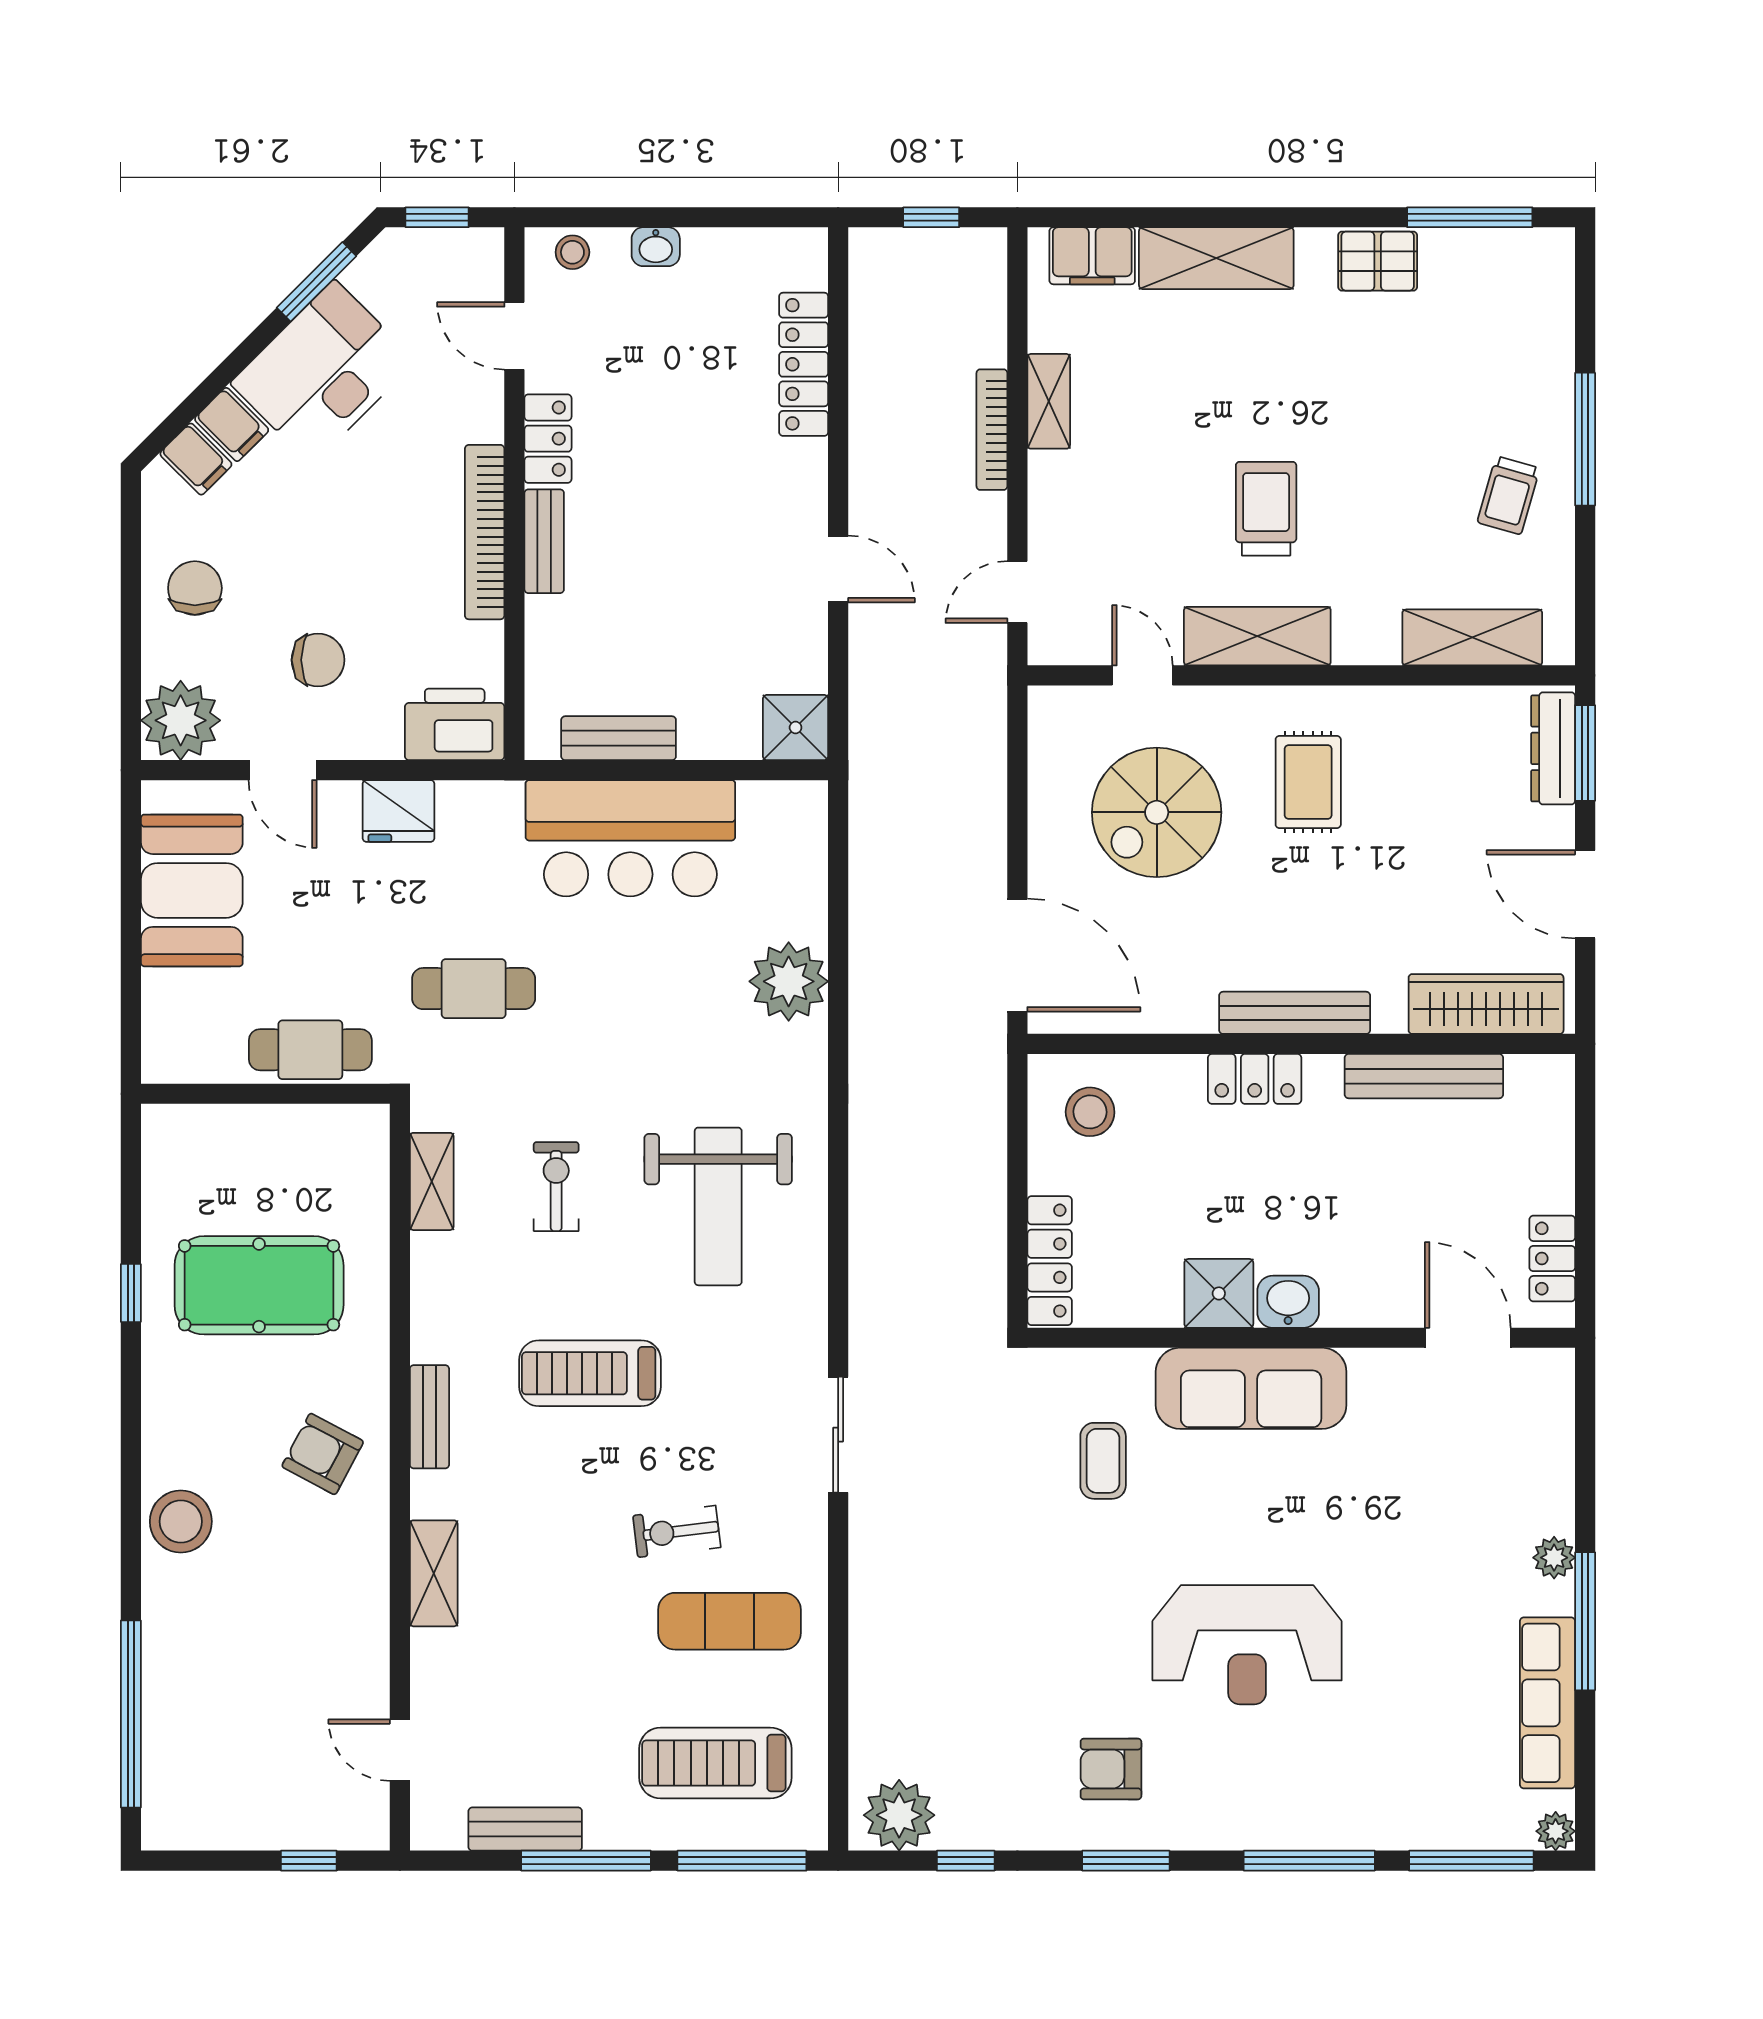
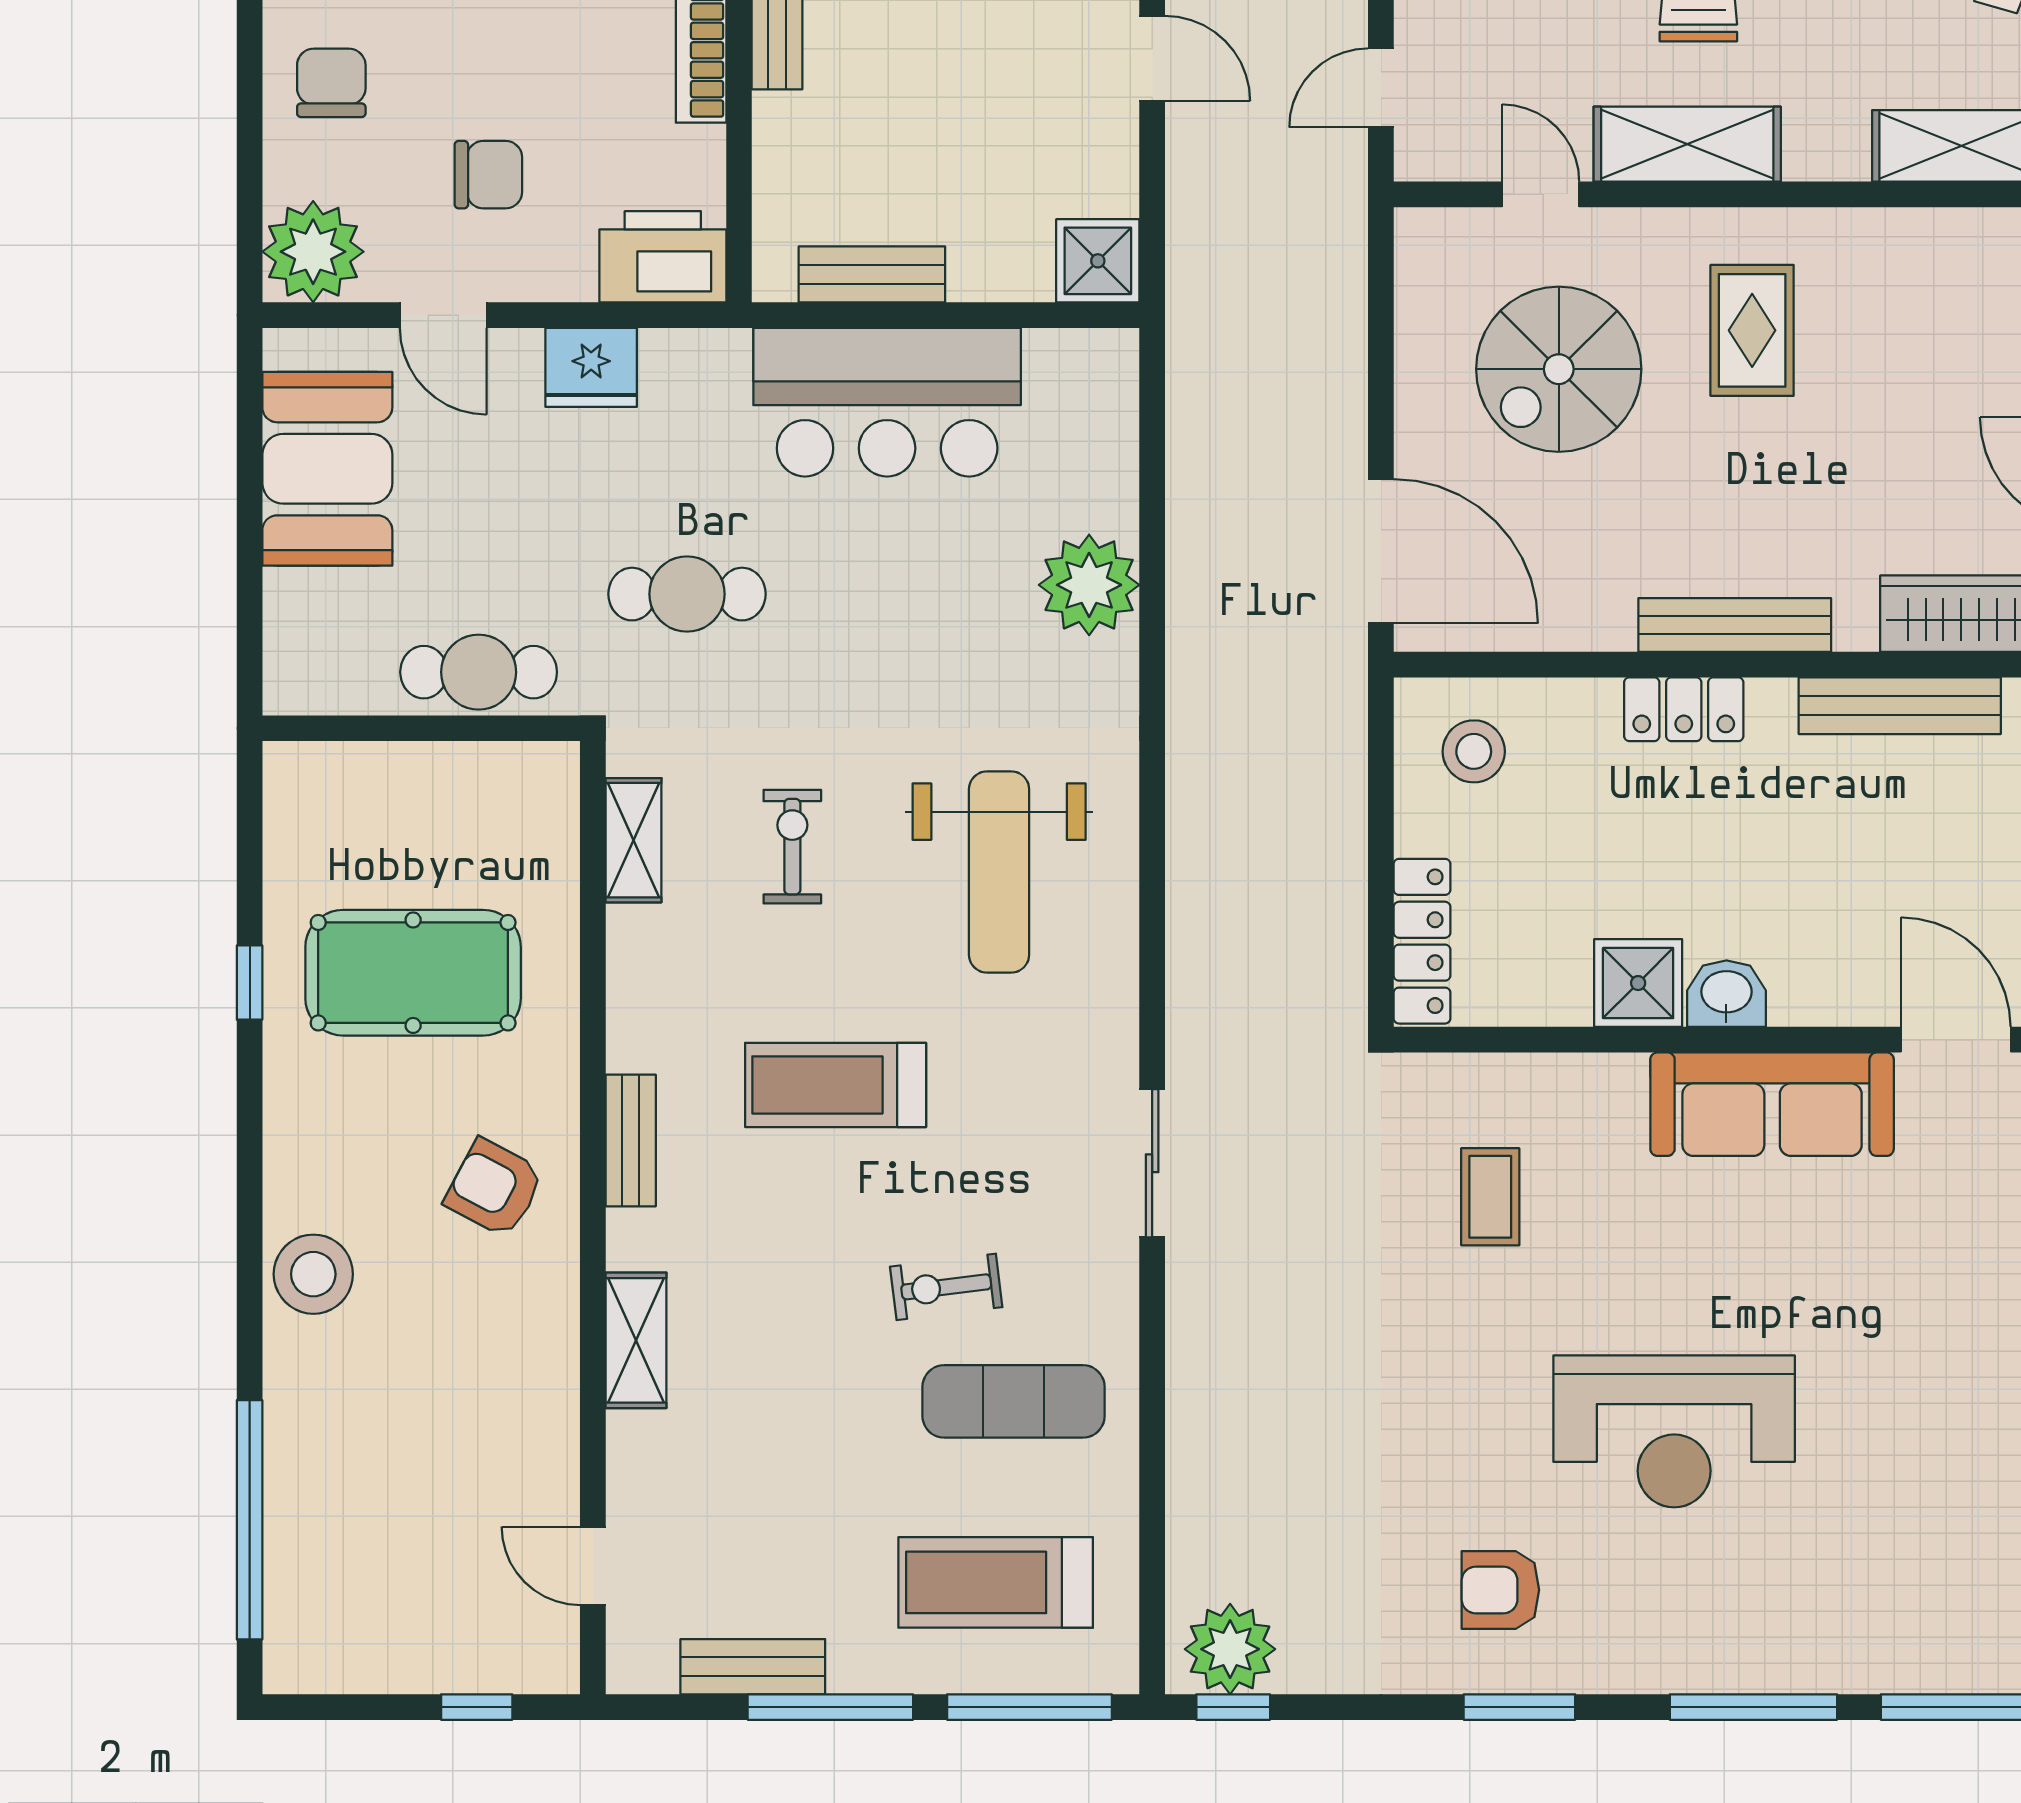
sofa: (1251, 1388) -> (1772, 1104), moved
window: (966, 1861) -> (1233, 1707), moved

